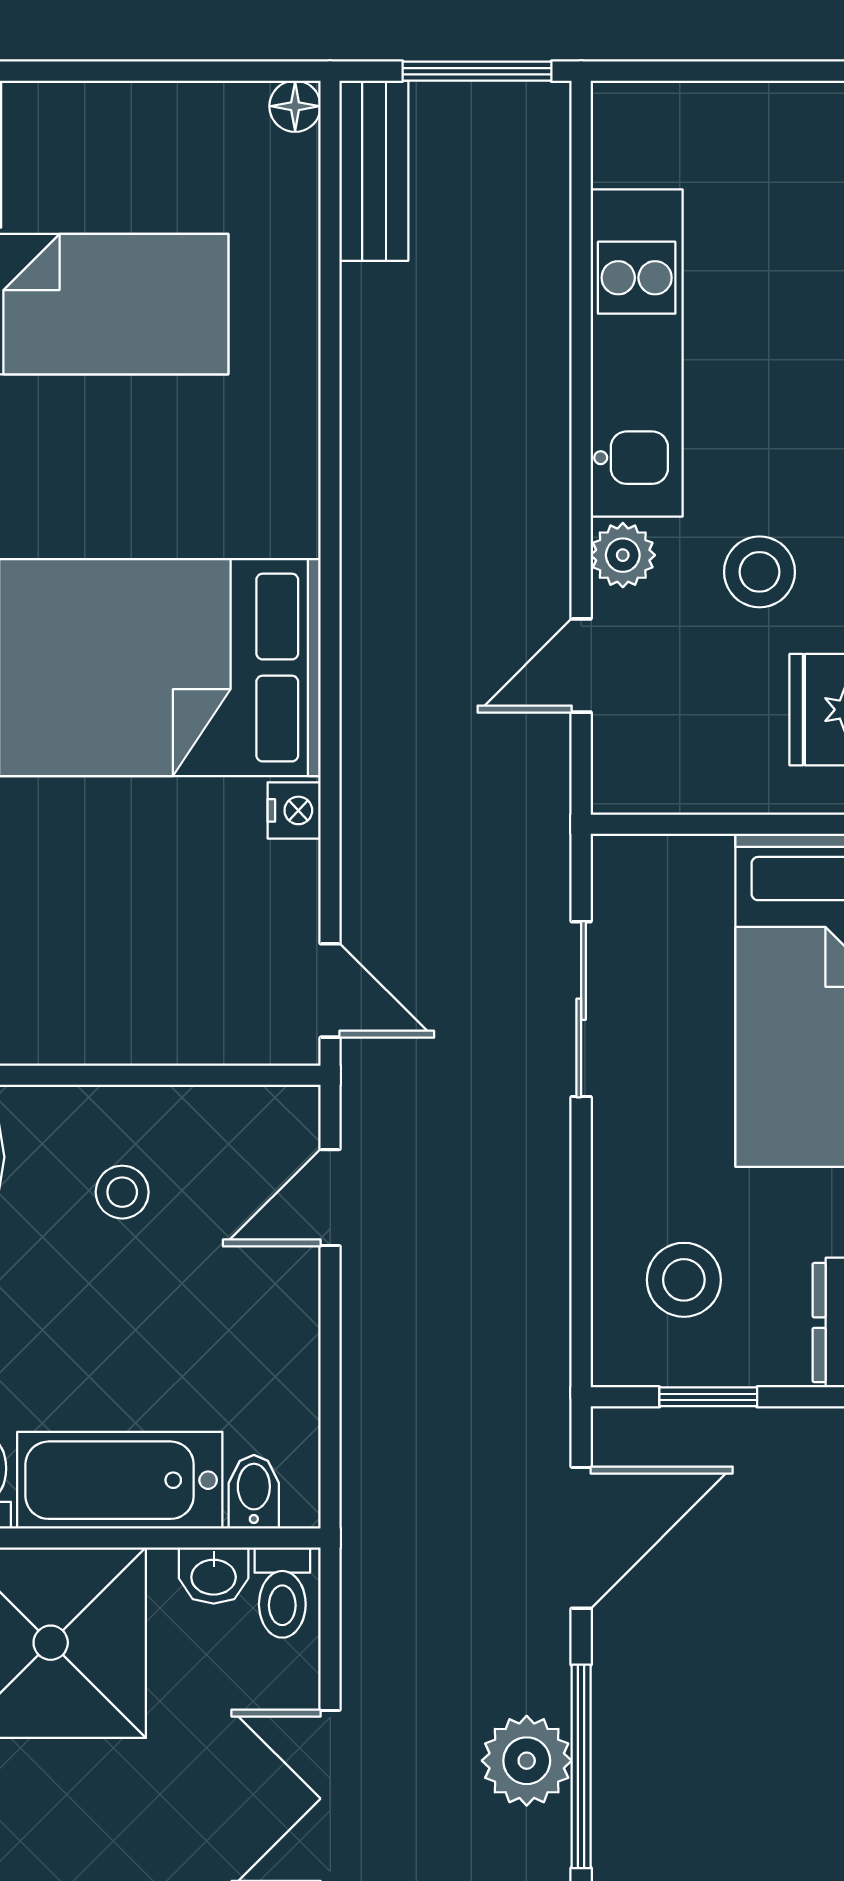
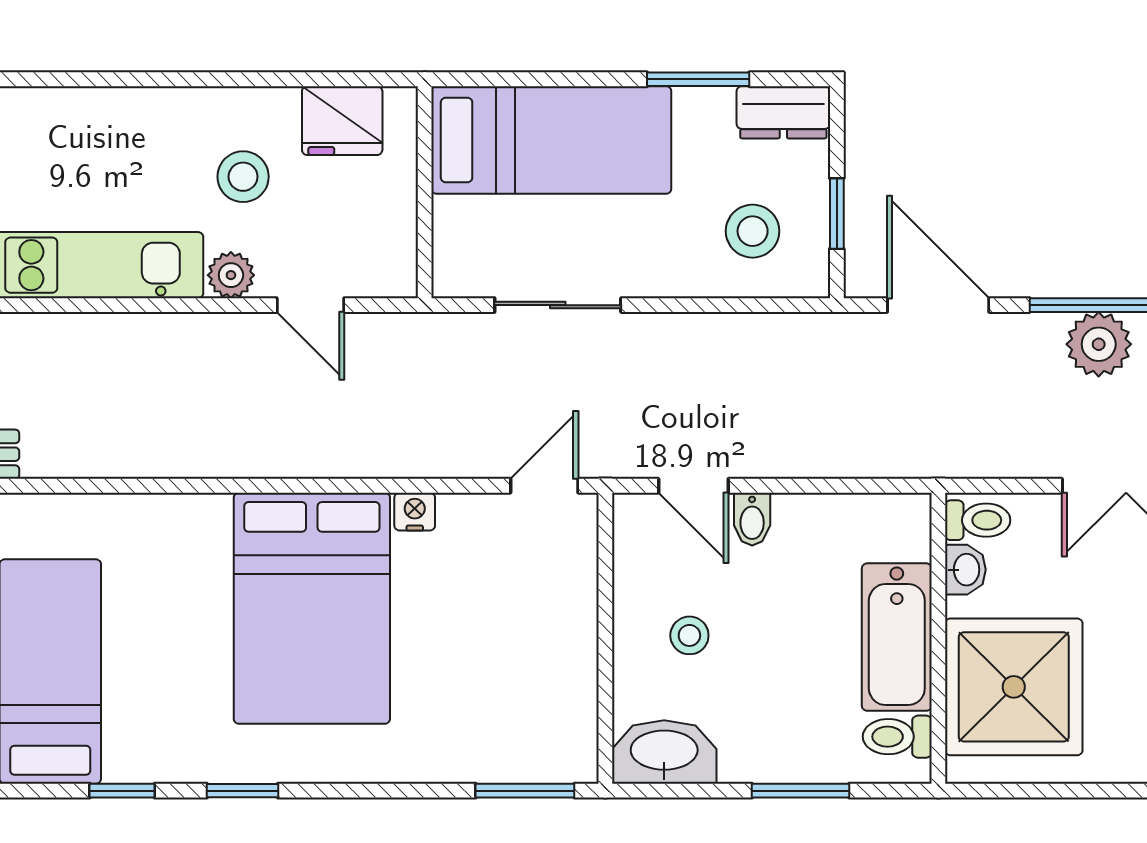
bidet: (254, 1492) -> (752, 519), moved, turned -90

